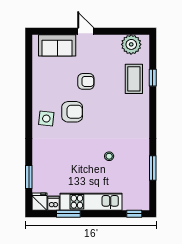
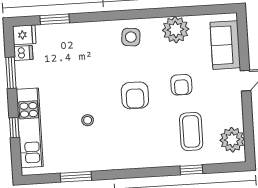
coffee table: (134, 79) -> (191, 131), moved, turned 90
plant: (43, 83) -> (176, 30), added
armchair: (72, 112) -> (135, 95), moved
kitchen unit: (91, 202) -> (30, 128), moved
window: (134, 214) -> (14, 128), moved

